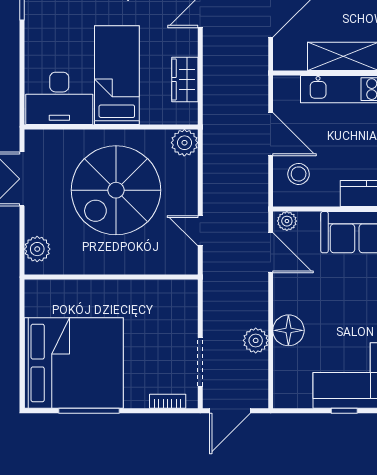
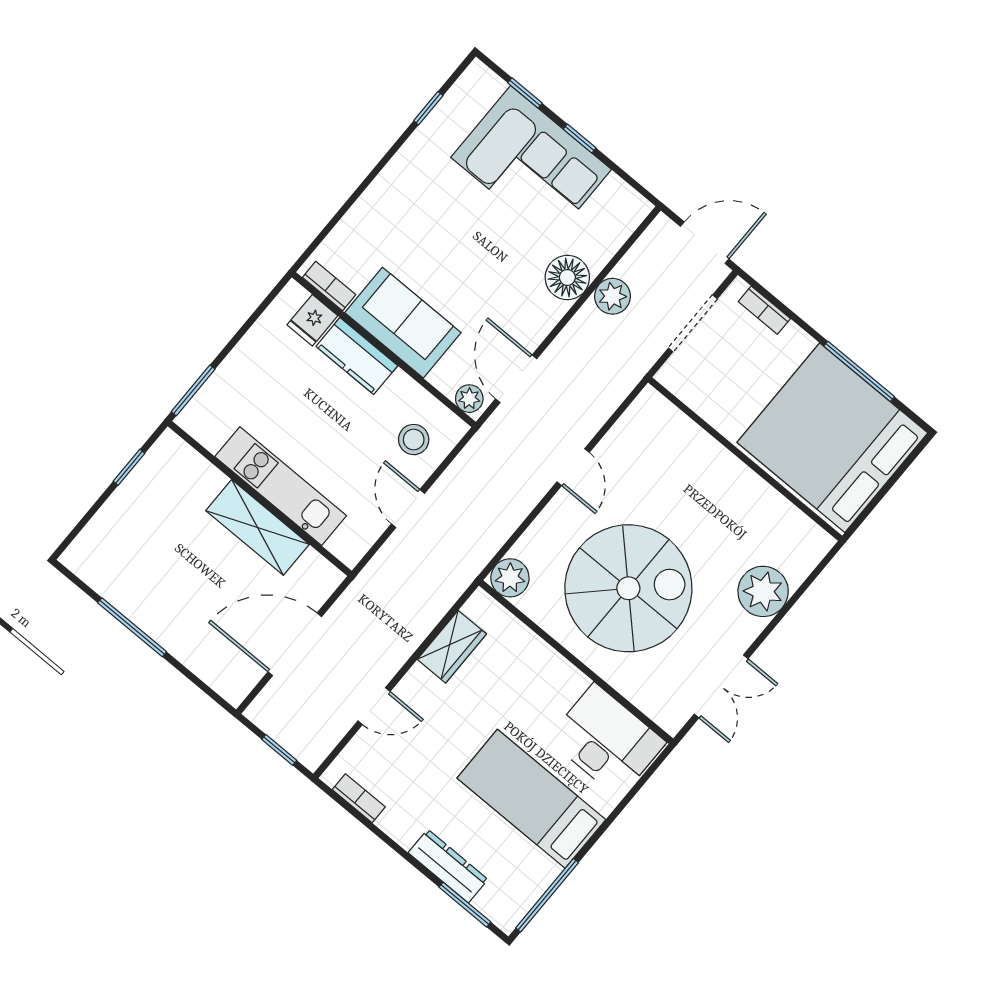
bed: (117, 75) -> (531, 799), moved, turned 90
door: (271, 134) -> (408, 509), width x0.73
plant: (37, 249) -> (763, 591), width x1.36, depth x1.36
wall: (111, 277) -> (745, 459), moved

